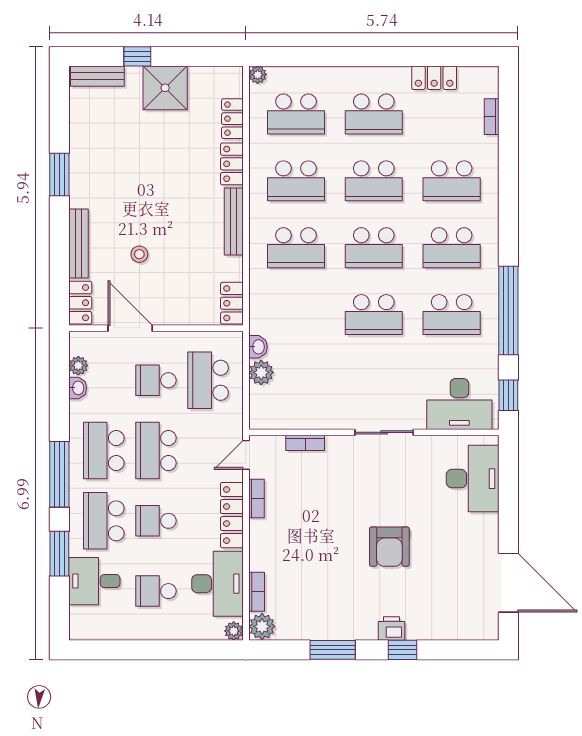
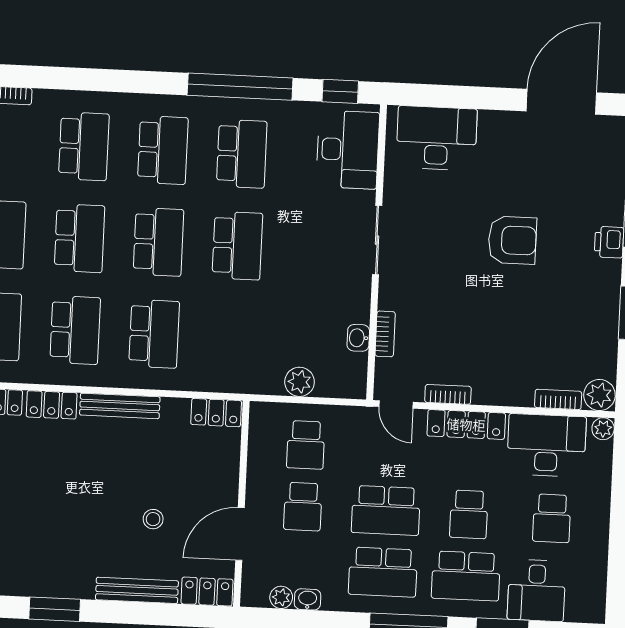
washbasin: (258, 347) -> (358, 338), moved, turned -90
school desk: (208, 380) -> (306, 445), width x0.54

